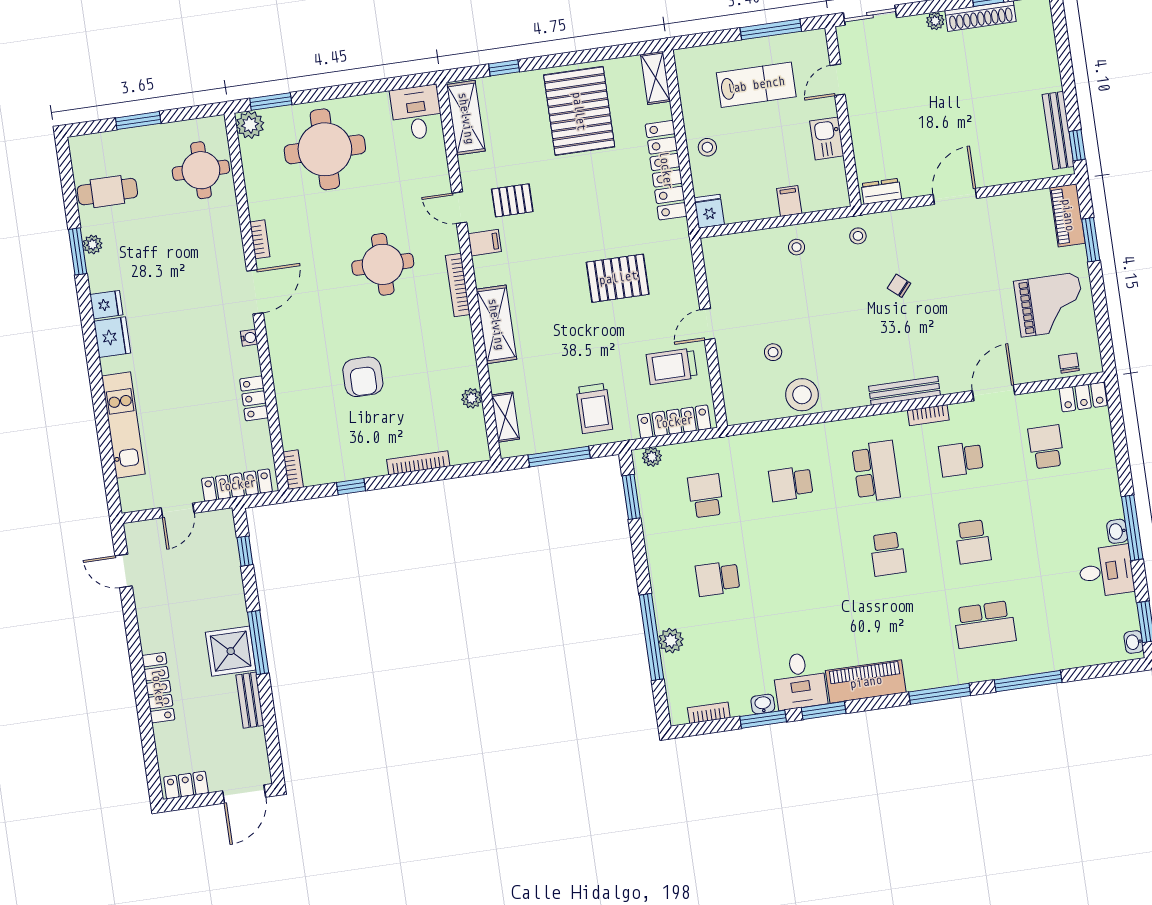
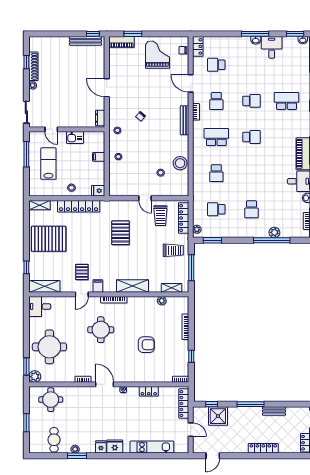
school desk: (985, 624) -> (287, 101), turned -90
shower: (231, 651) -> (218, 416), moved

